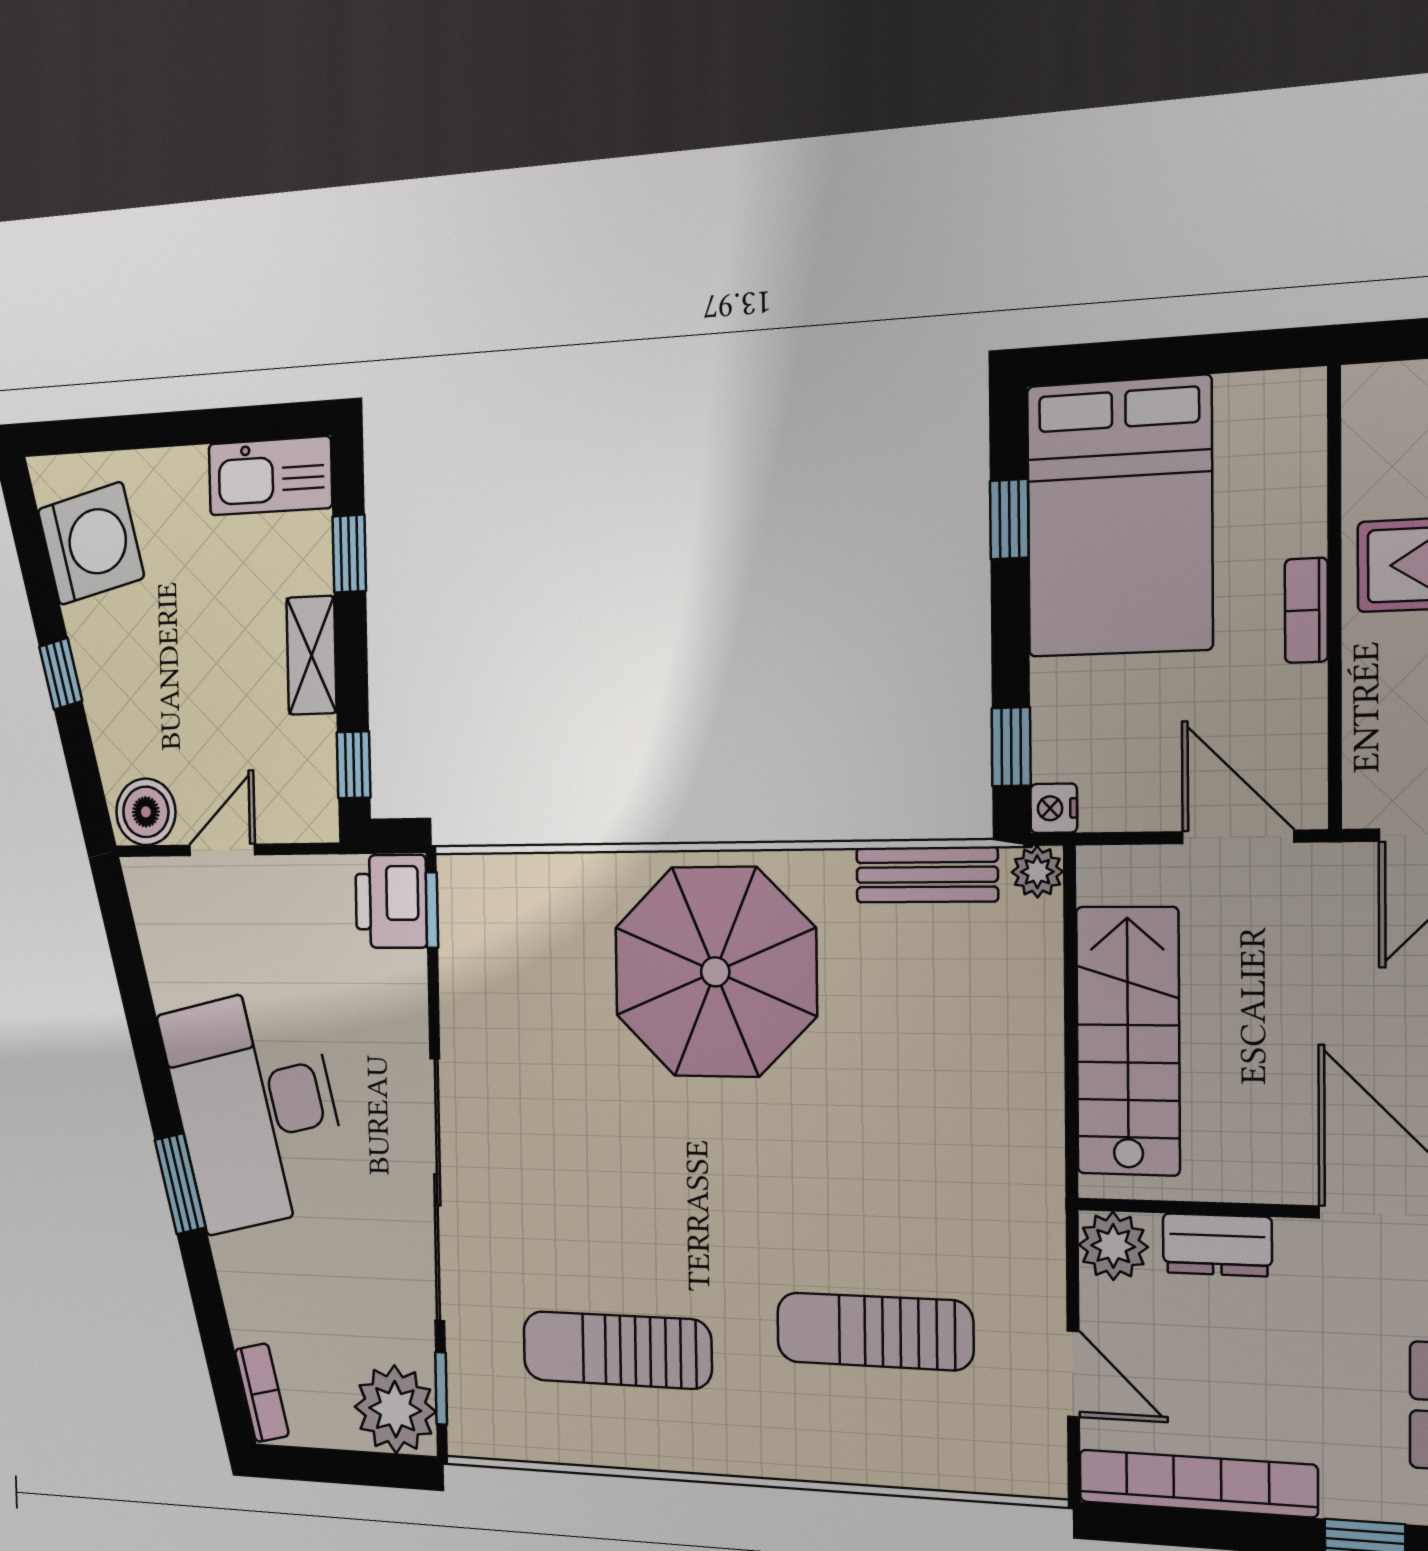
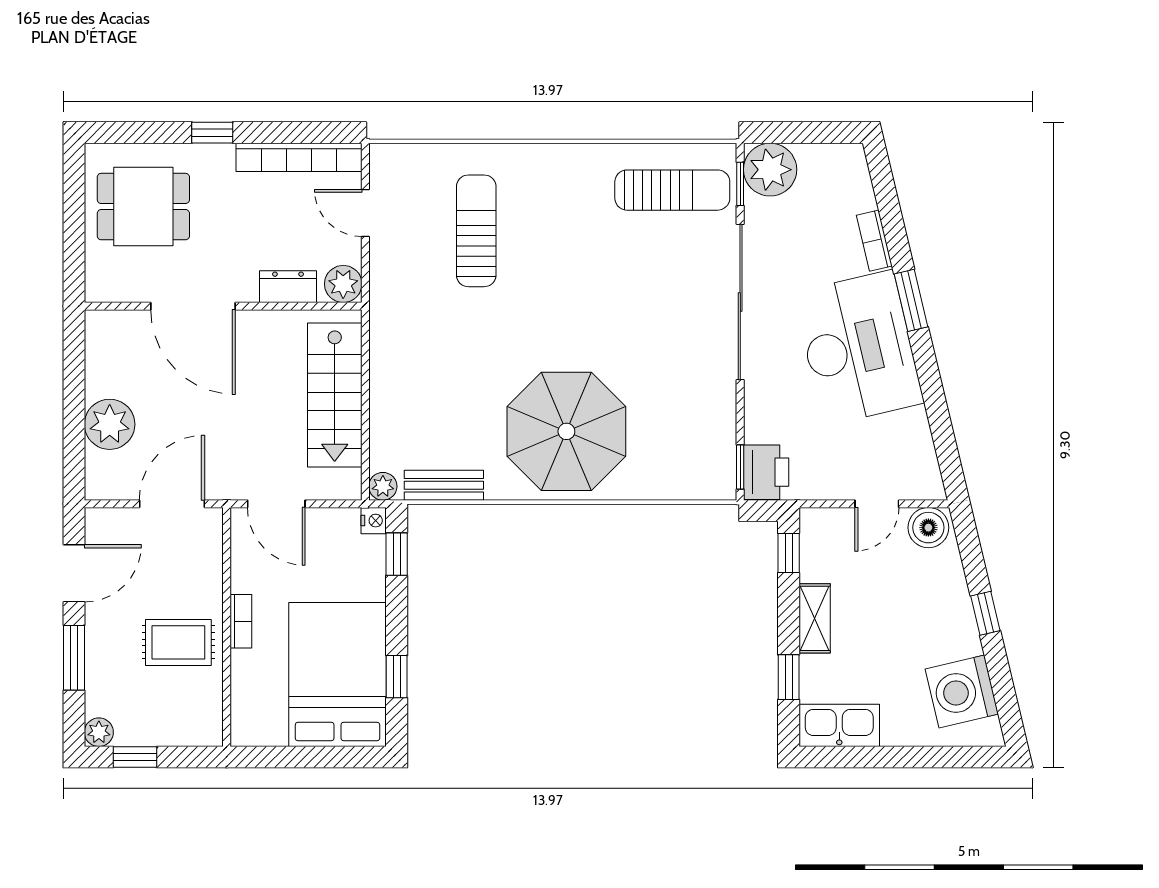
sun lounger: (874, 1331) -> (476, 231), turned -90
sun lounger: (617, 1350) -> (672, 190), moved
bookcase: (262, 1393) -> (874, 241), moved

